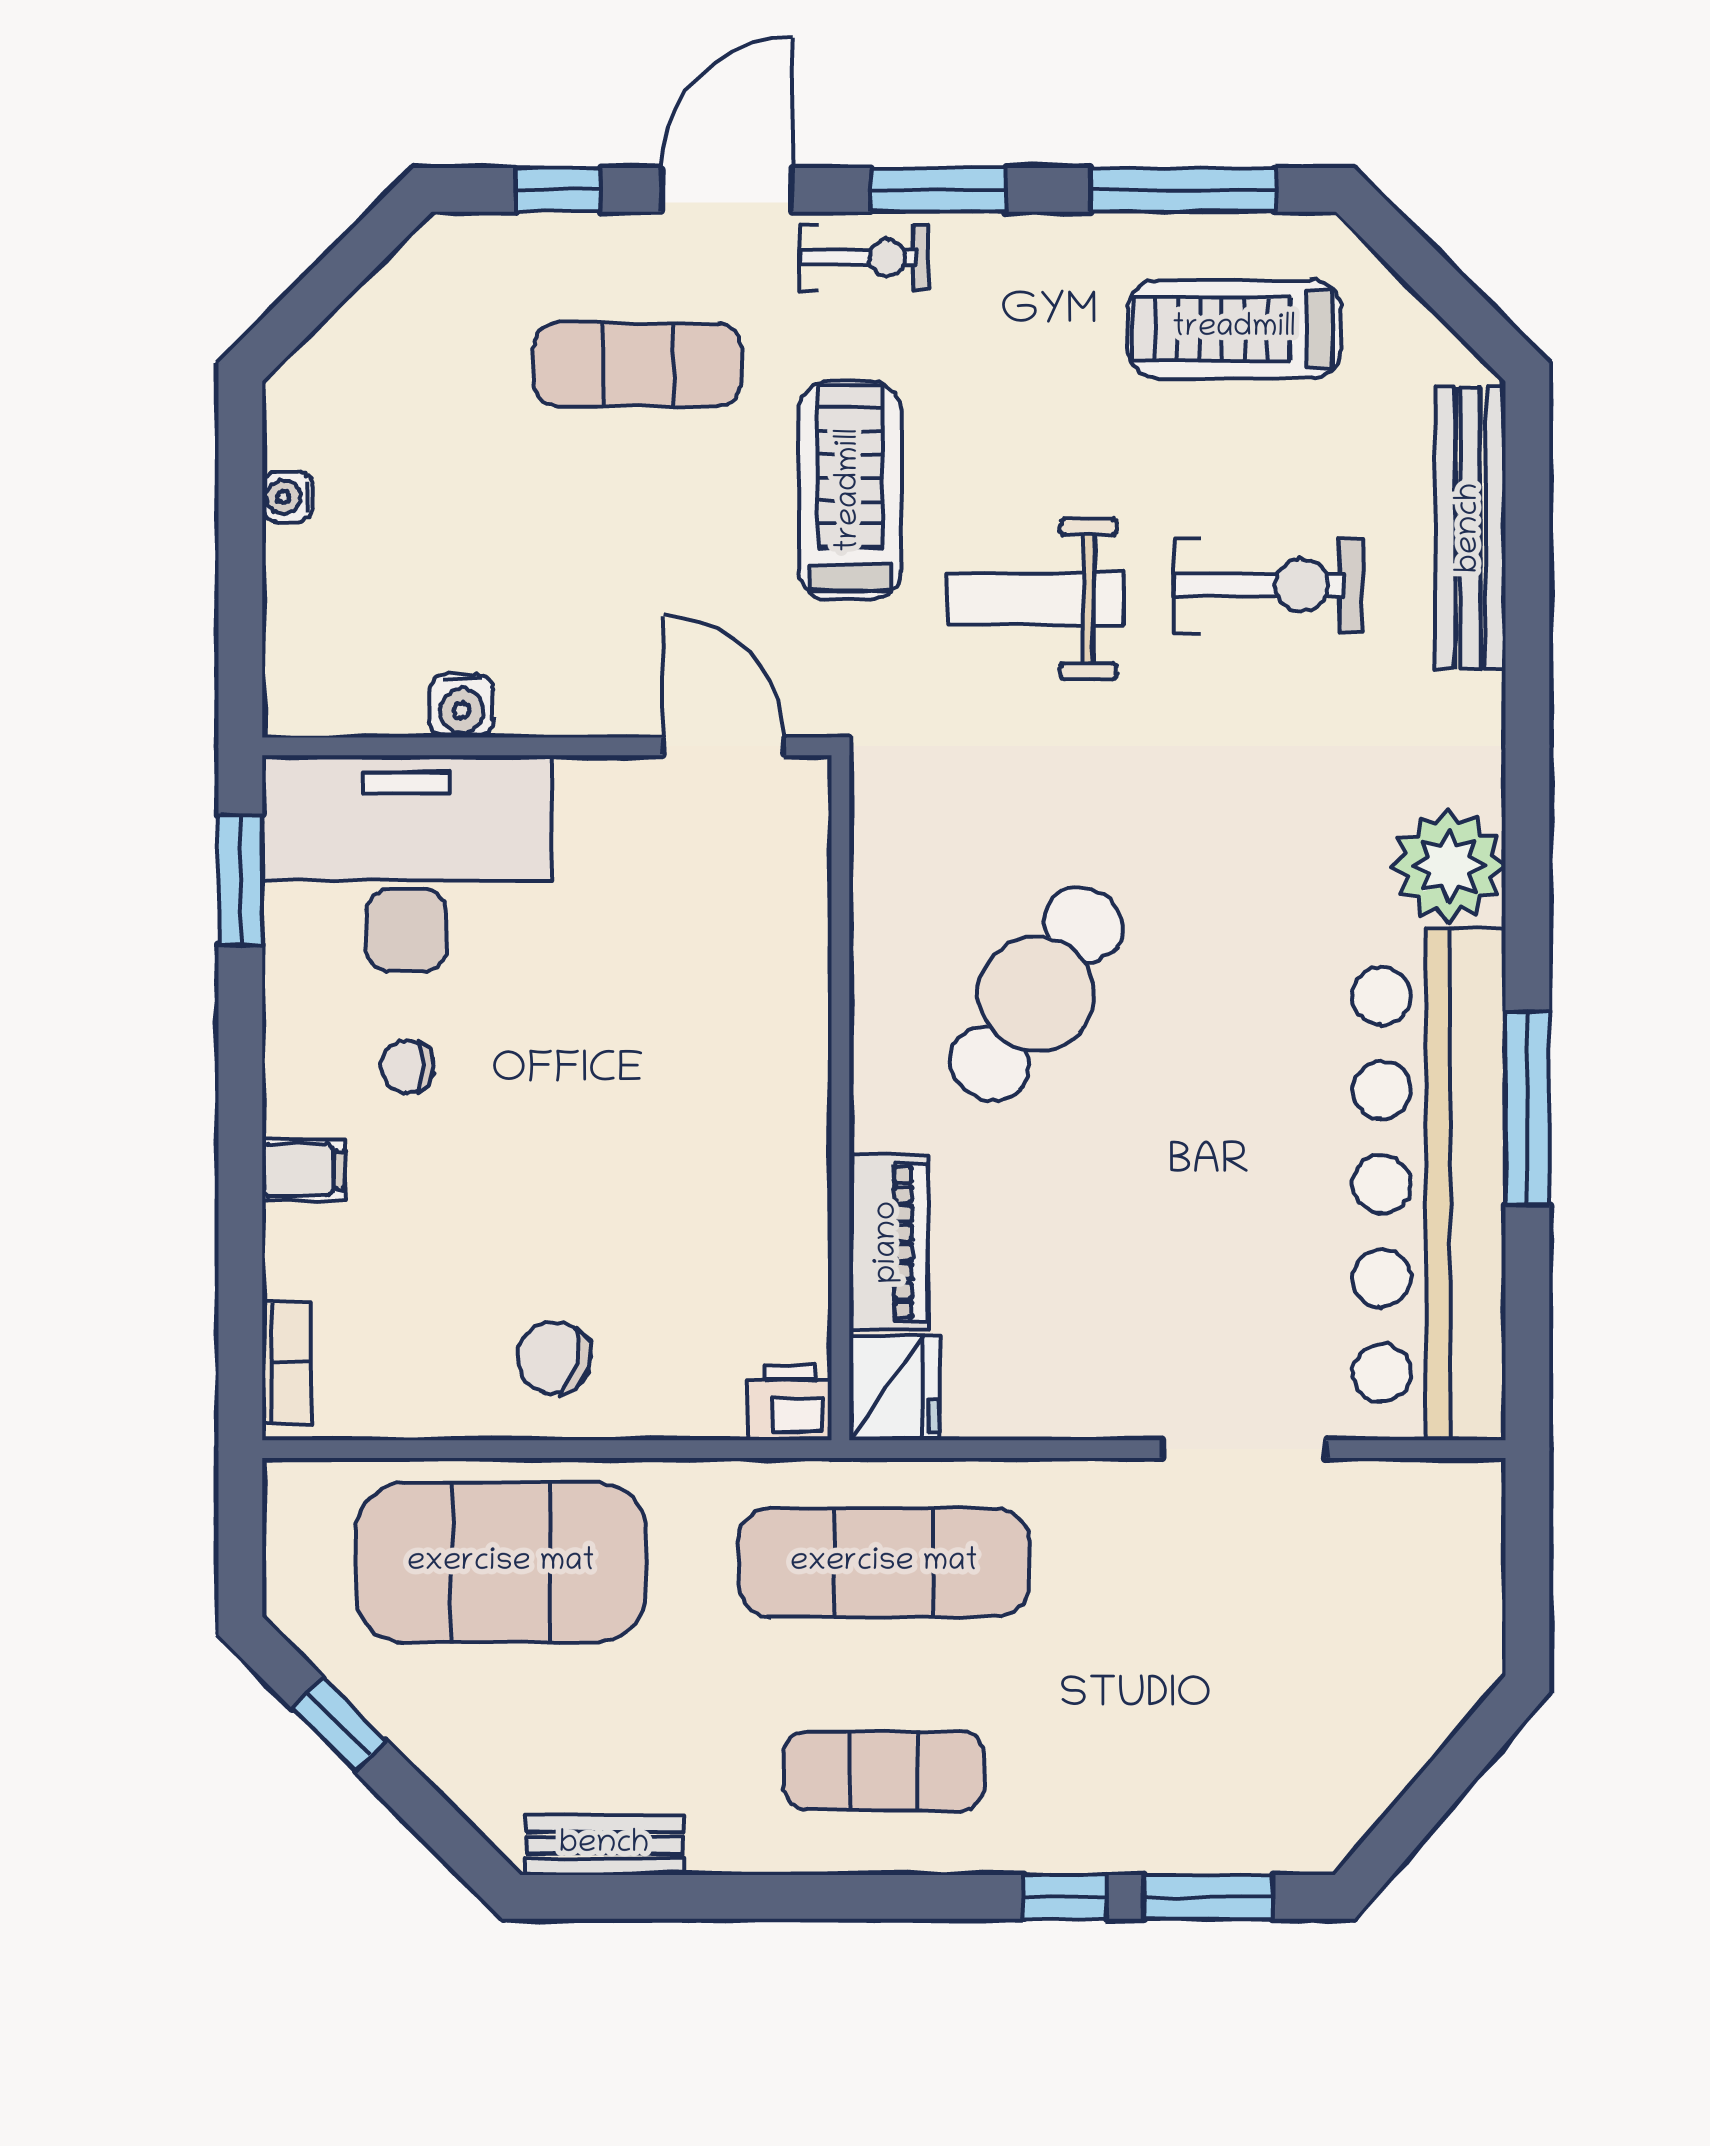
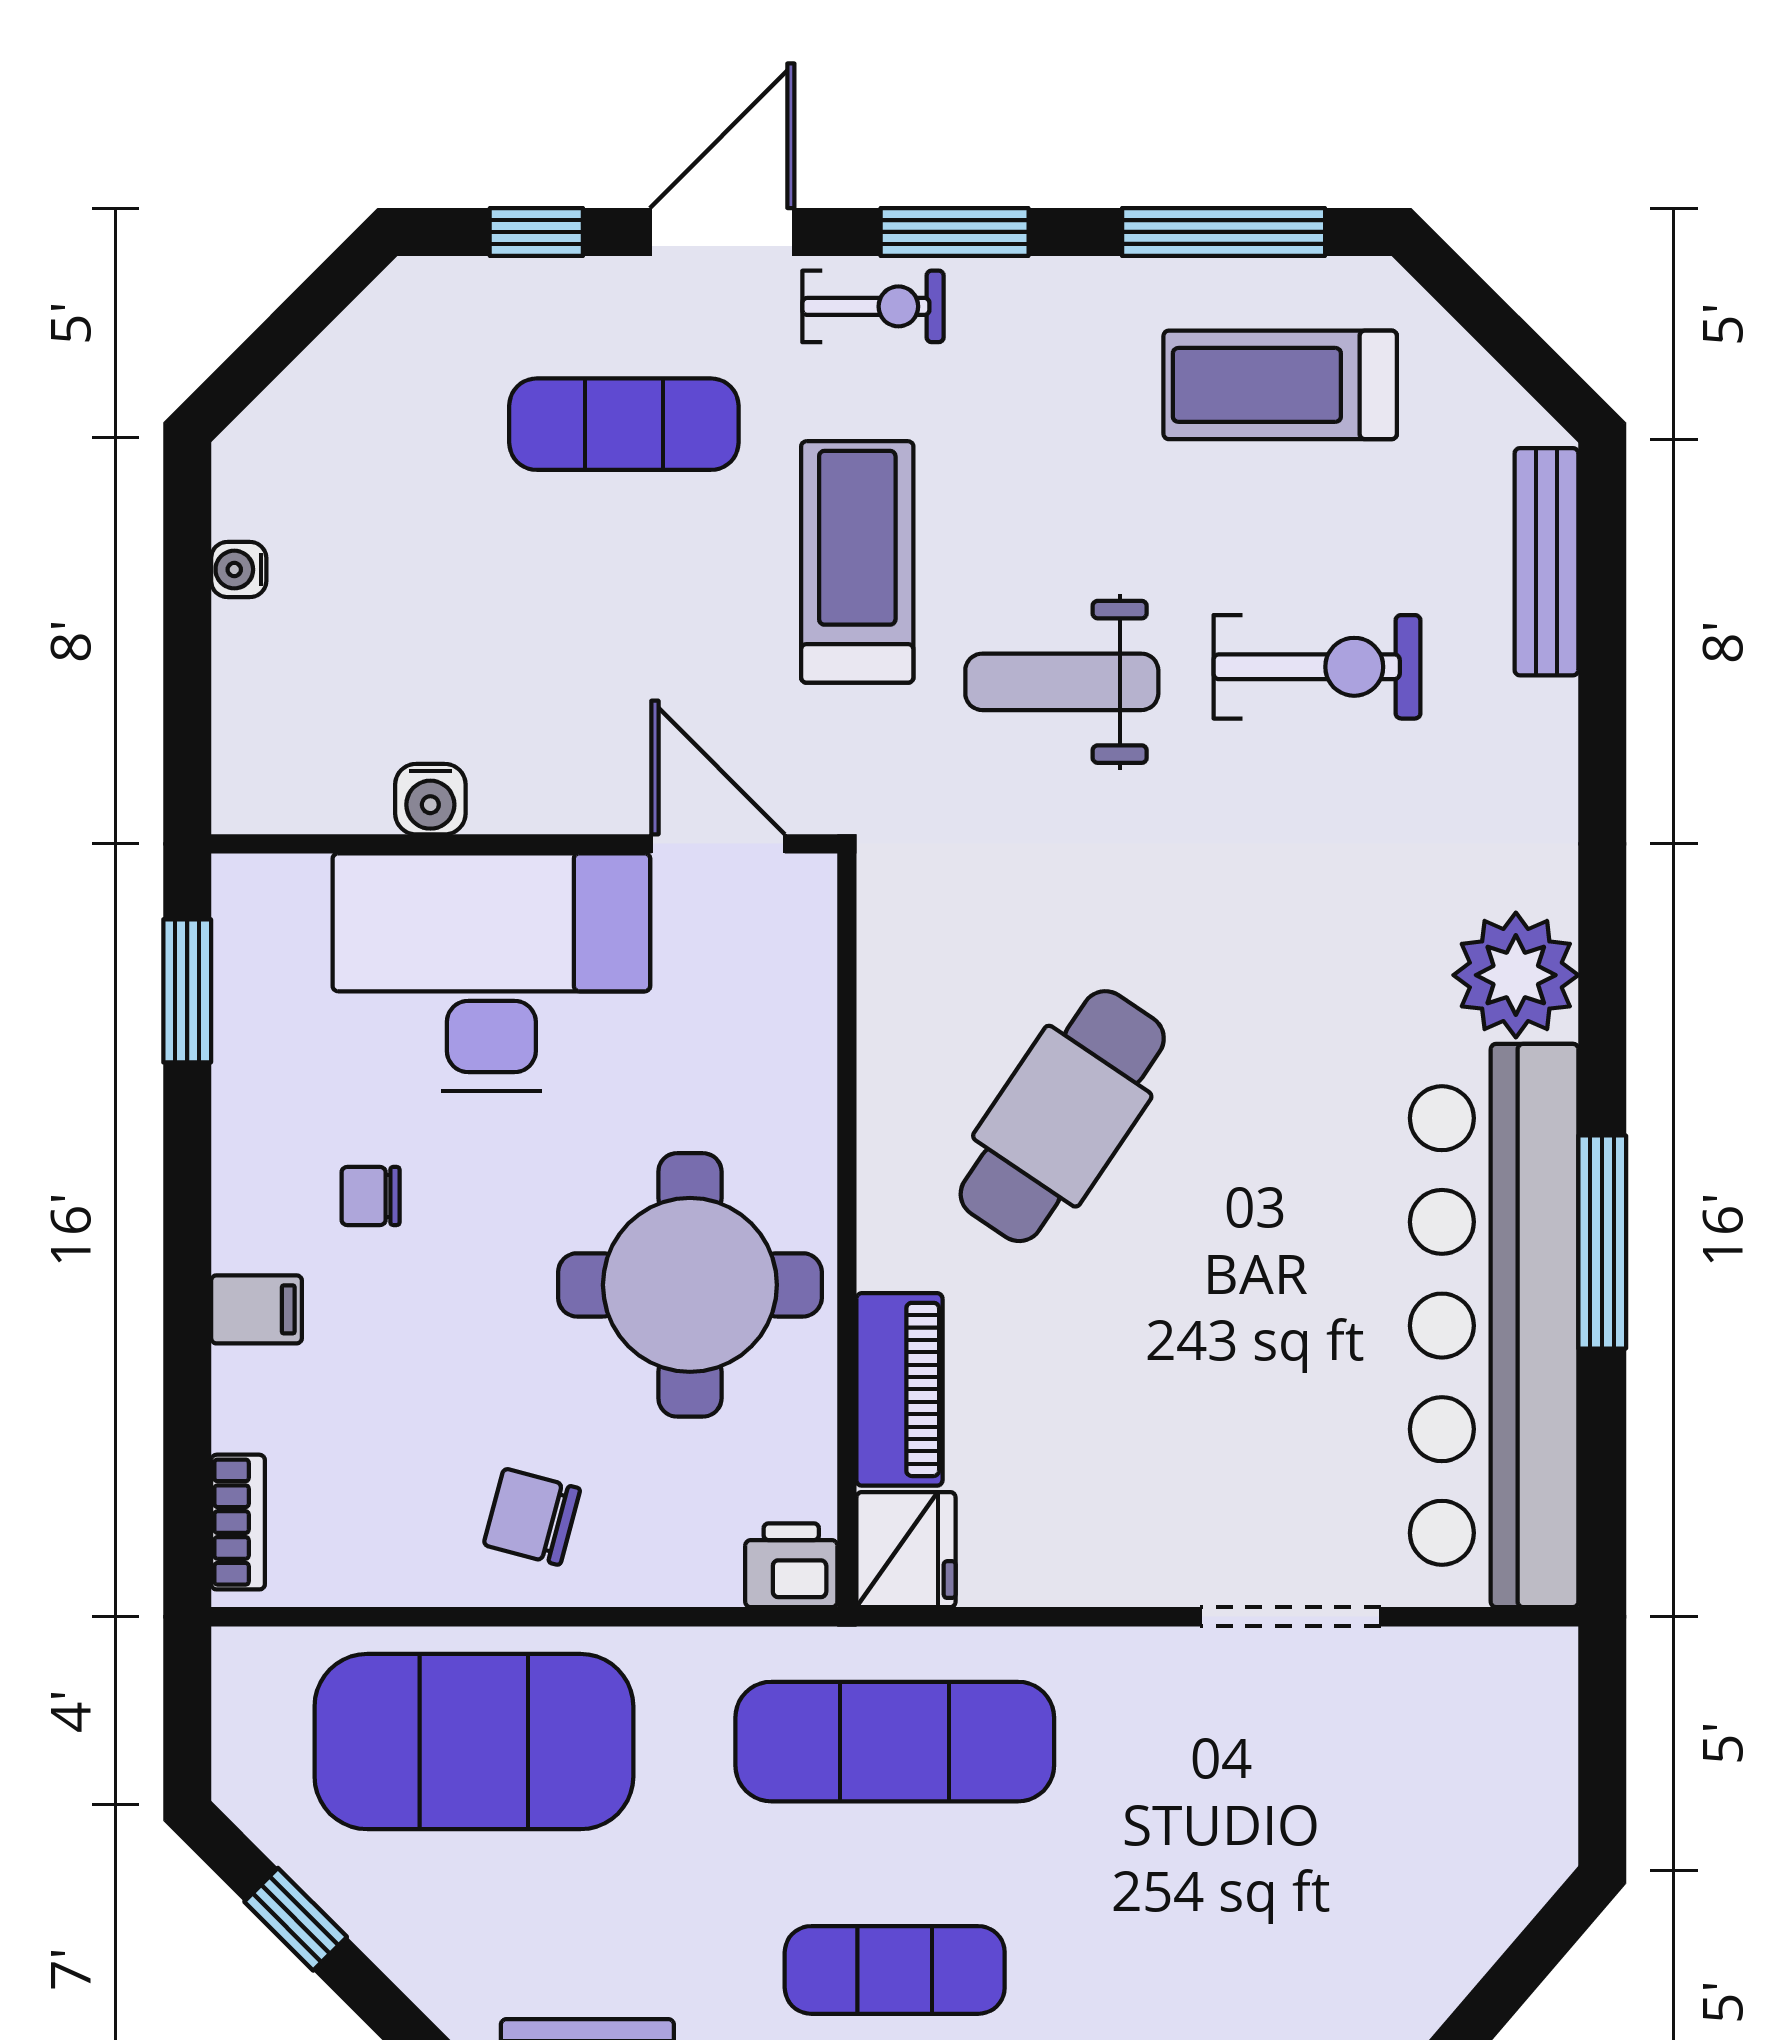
bench: (1470, 528) -> (1546, 562), width x0.73, depth x0.82
desk: (407, 863) -> (491, 972), moved
round table: (698, 1147) -> (690, 1285), added

